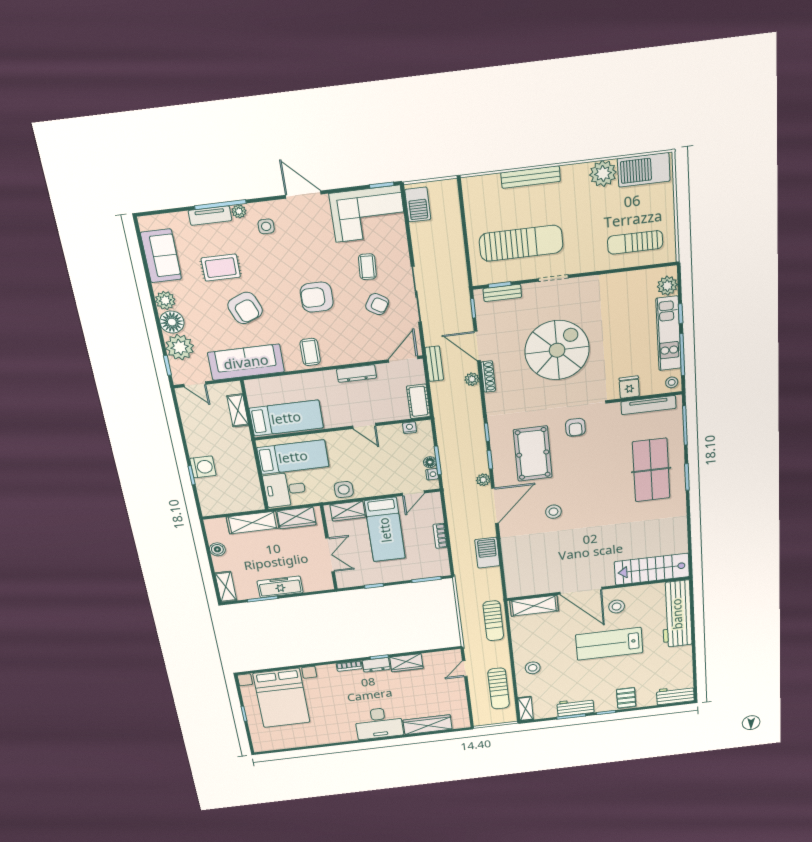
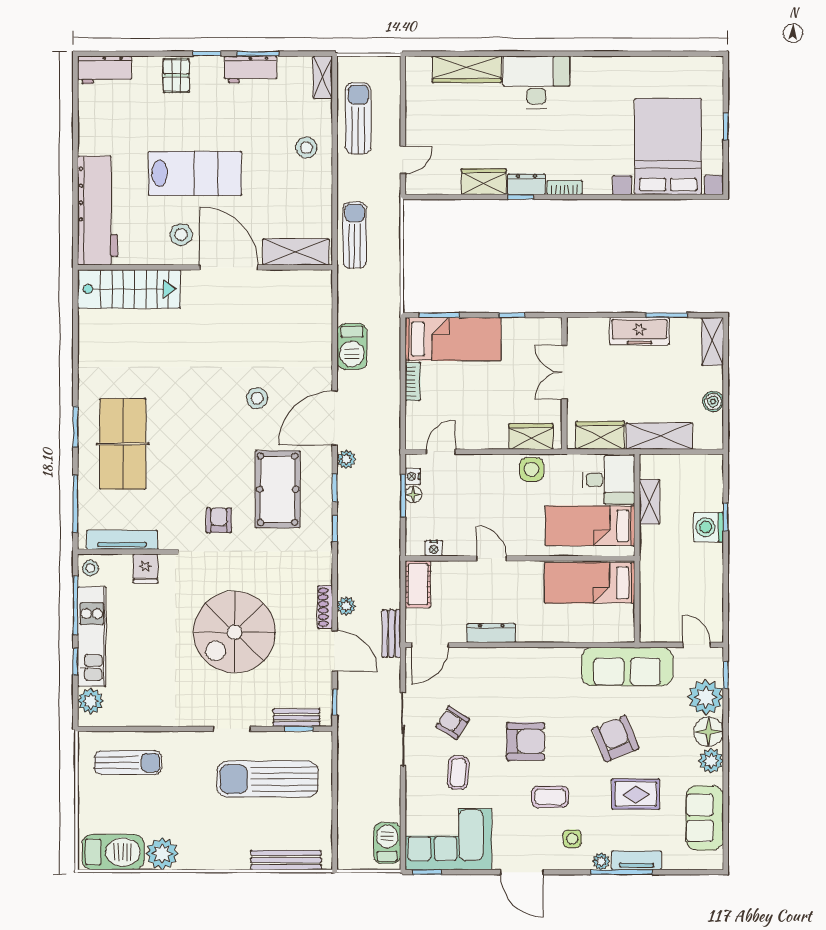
bench: (531, 177) -> (286, 860), moved
coffee table: (310, 352) -> (550, 797), moved, turned 90
shelving: (238, 410) -> (649, 502), moved
bed: (385, 530) -> (453, 339), moved, turned 90

